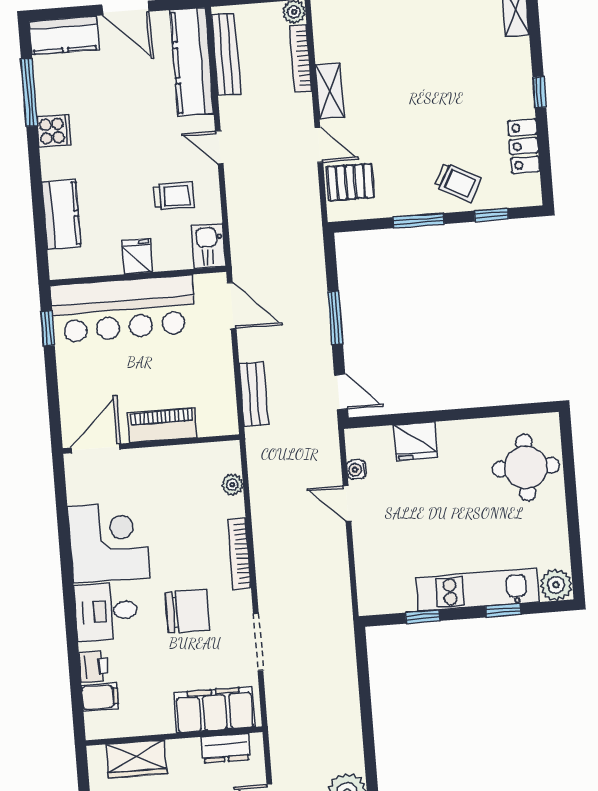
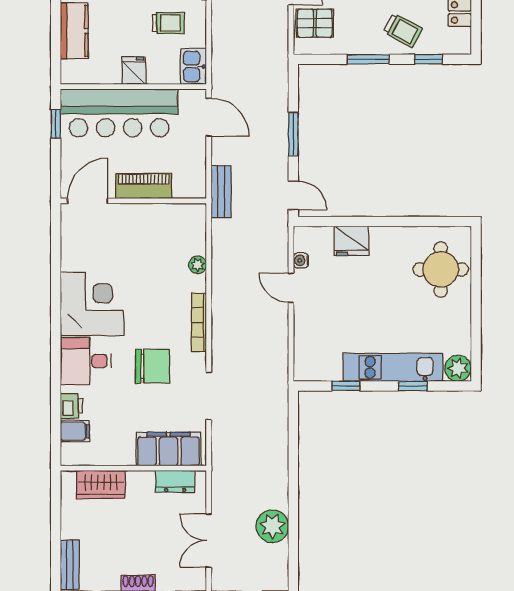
piano: (162, 425) -> (144, 186), moved
wall: (151, 444) -> (133, 201), moved
door: (96, 448) -> (87, 201), moved

